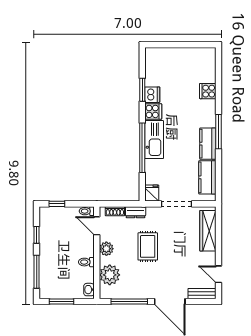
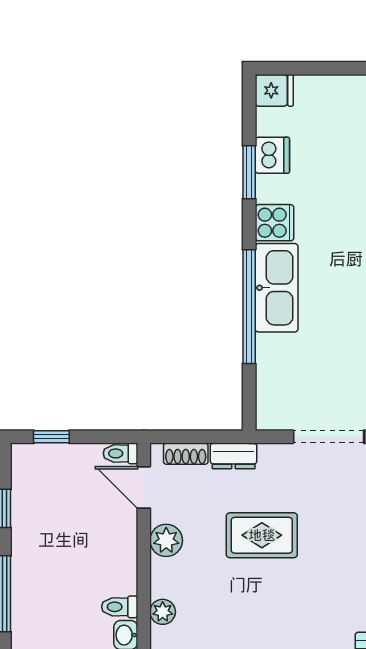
dishwasher: (152, 95) -> (272, 155), moved
fridge: (152, 193) -> (274, 90), moved, turned 90
rug: (148, 246) -> (262, 535), turned 90
toilet: (86, 262) -> (120, 607), moved
plant: (110, 275) -> (163, 612), width x0.53, depth x0.53

